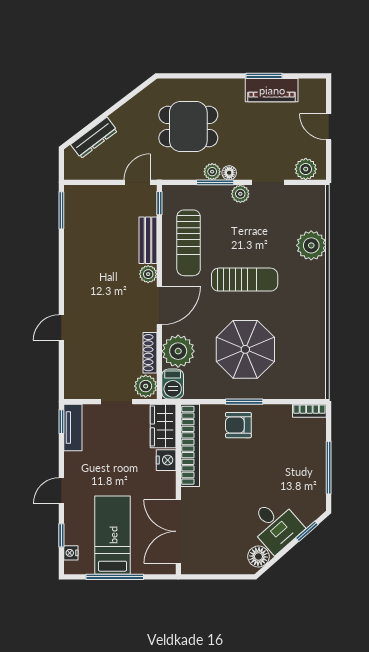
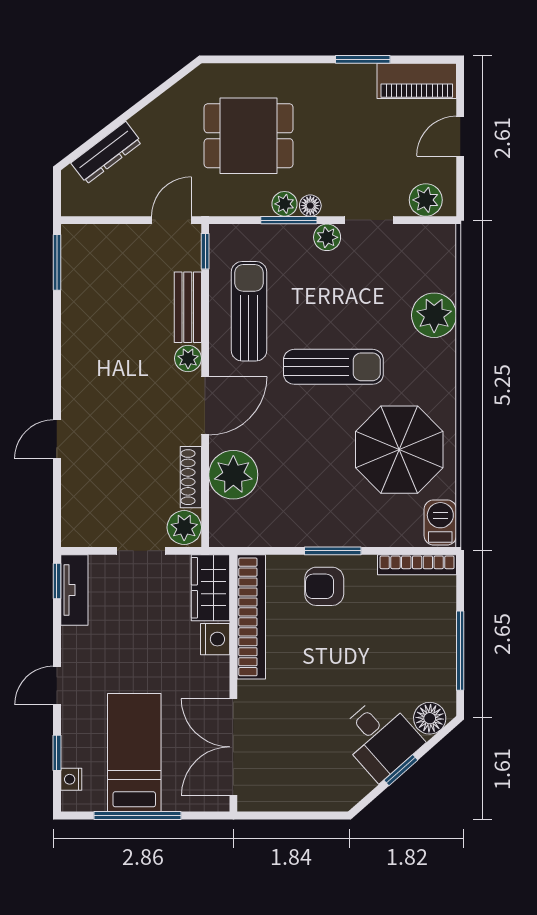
piano: (272, 90) -> (417, 81), moved
door: (329, 127) -> (460, 136), hinge flipped
sun lounger: (189, 243) -> (249, 311), turned 180
parasol: (245, 349) -> (399, 450), moved
barbecue: (173, 384) -> (440, 522), moved, turned 180
bookcase: (309, 411) -> (417, 565), width x1.56
window: (307, 531) -> (401, 770), moved
floor lamp: (258, 556) -> (430, 718), moved

